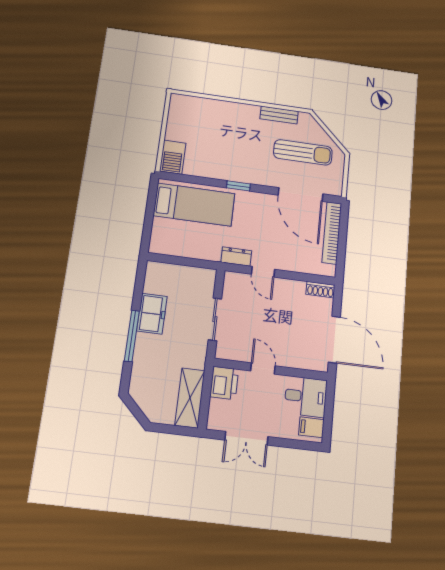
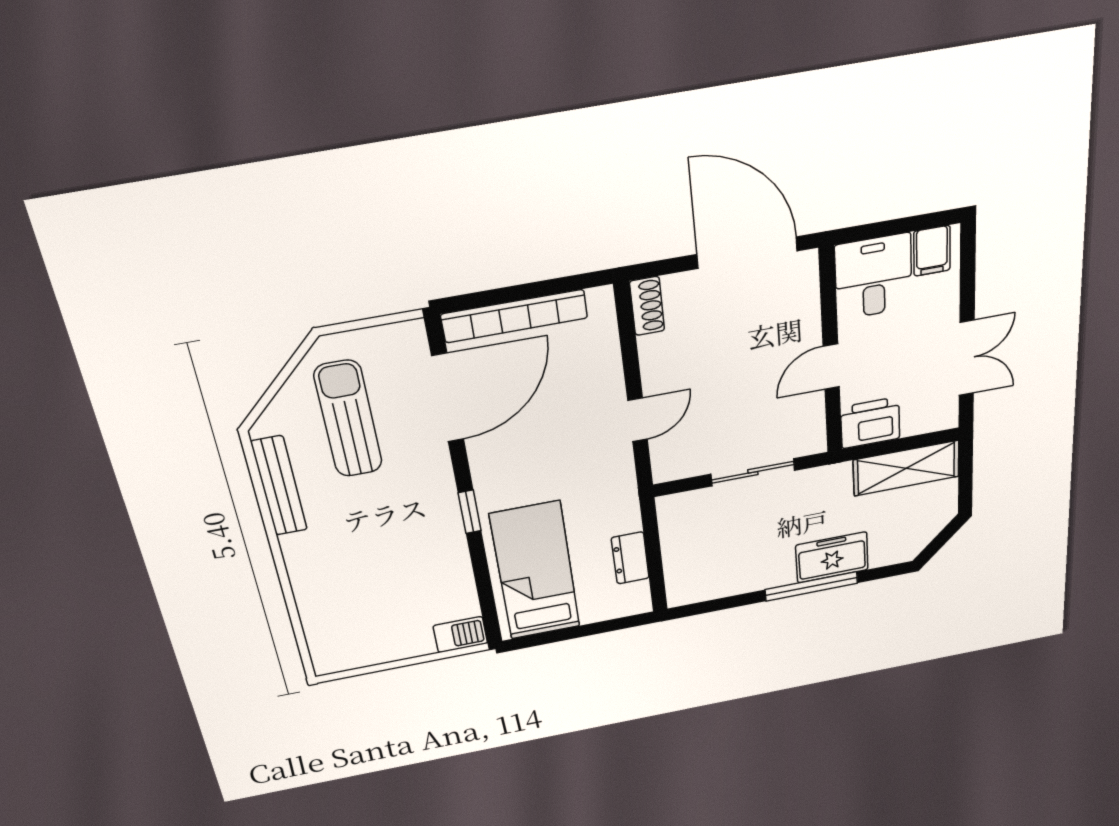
bench: (279, 115) -> (279, 486), width x1.36
barbecue: (173, 157) -> (460, 635), width x0.73, depth x0.79
dresser: (236, 257) -> (630, 558), moved
freezer: (152, 314) -> (832, 557), moved
door: (334, 340) -> (747, 253), hinge flipped

